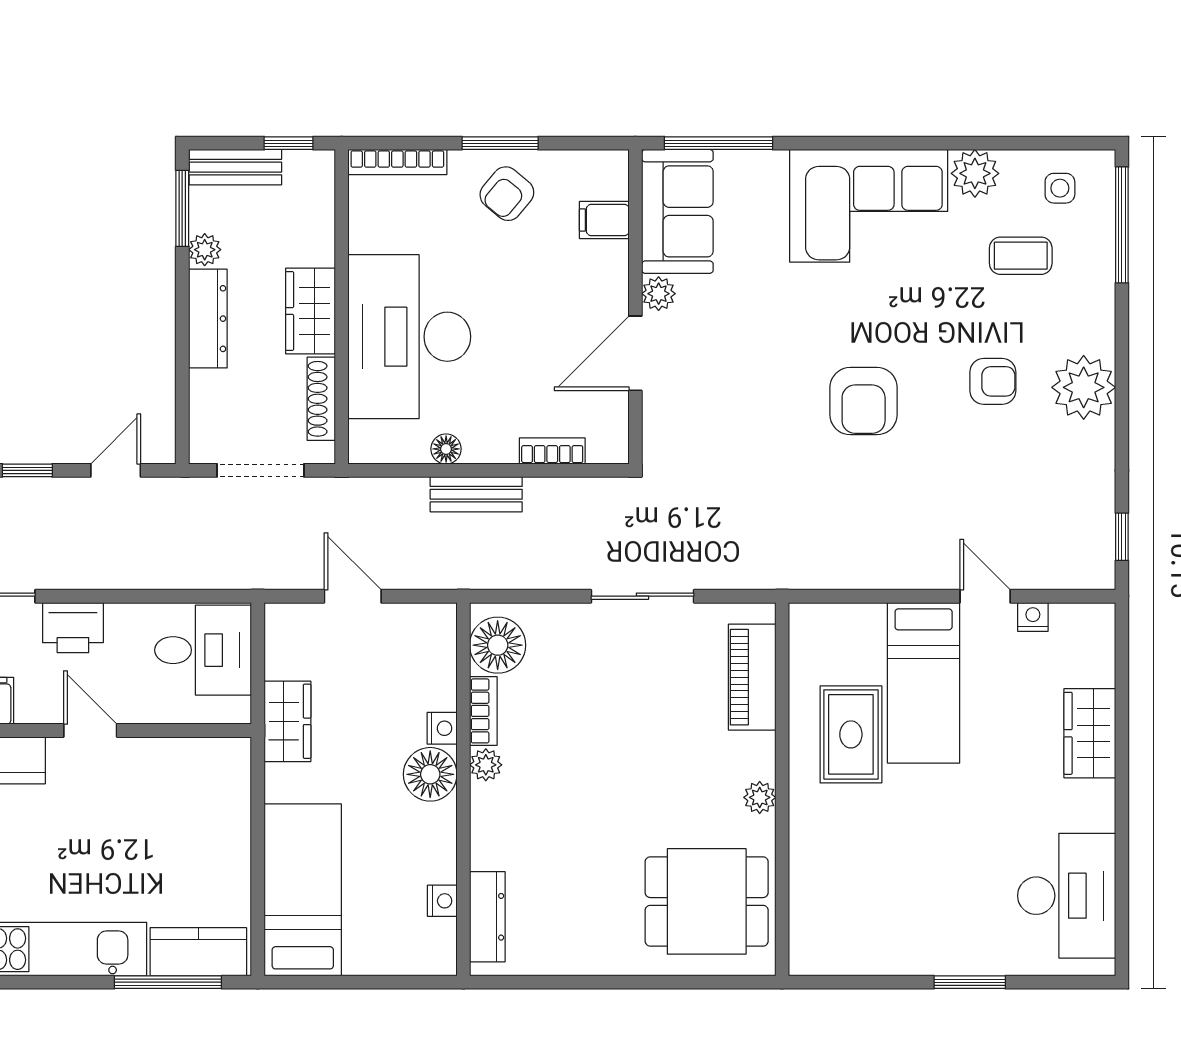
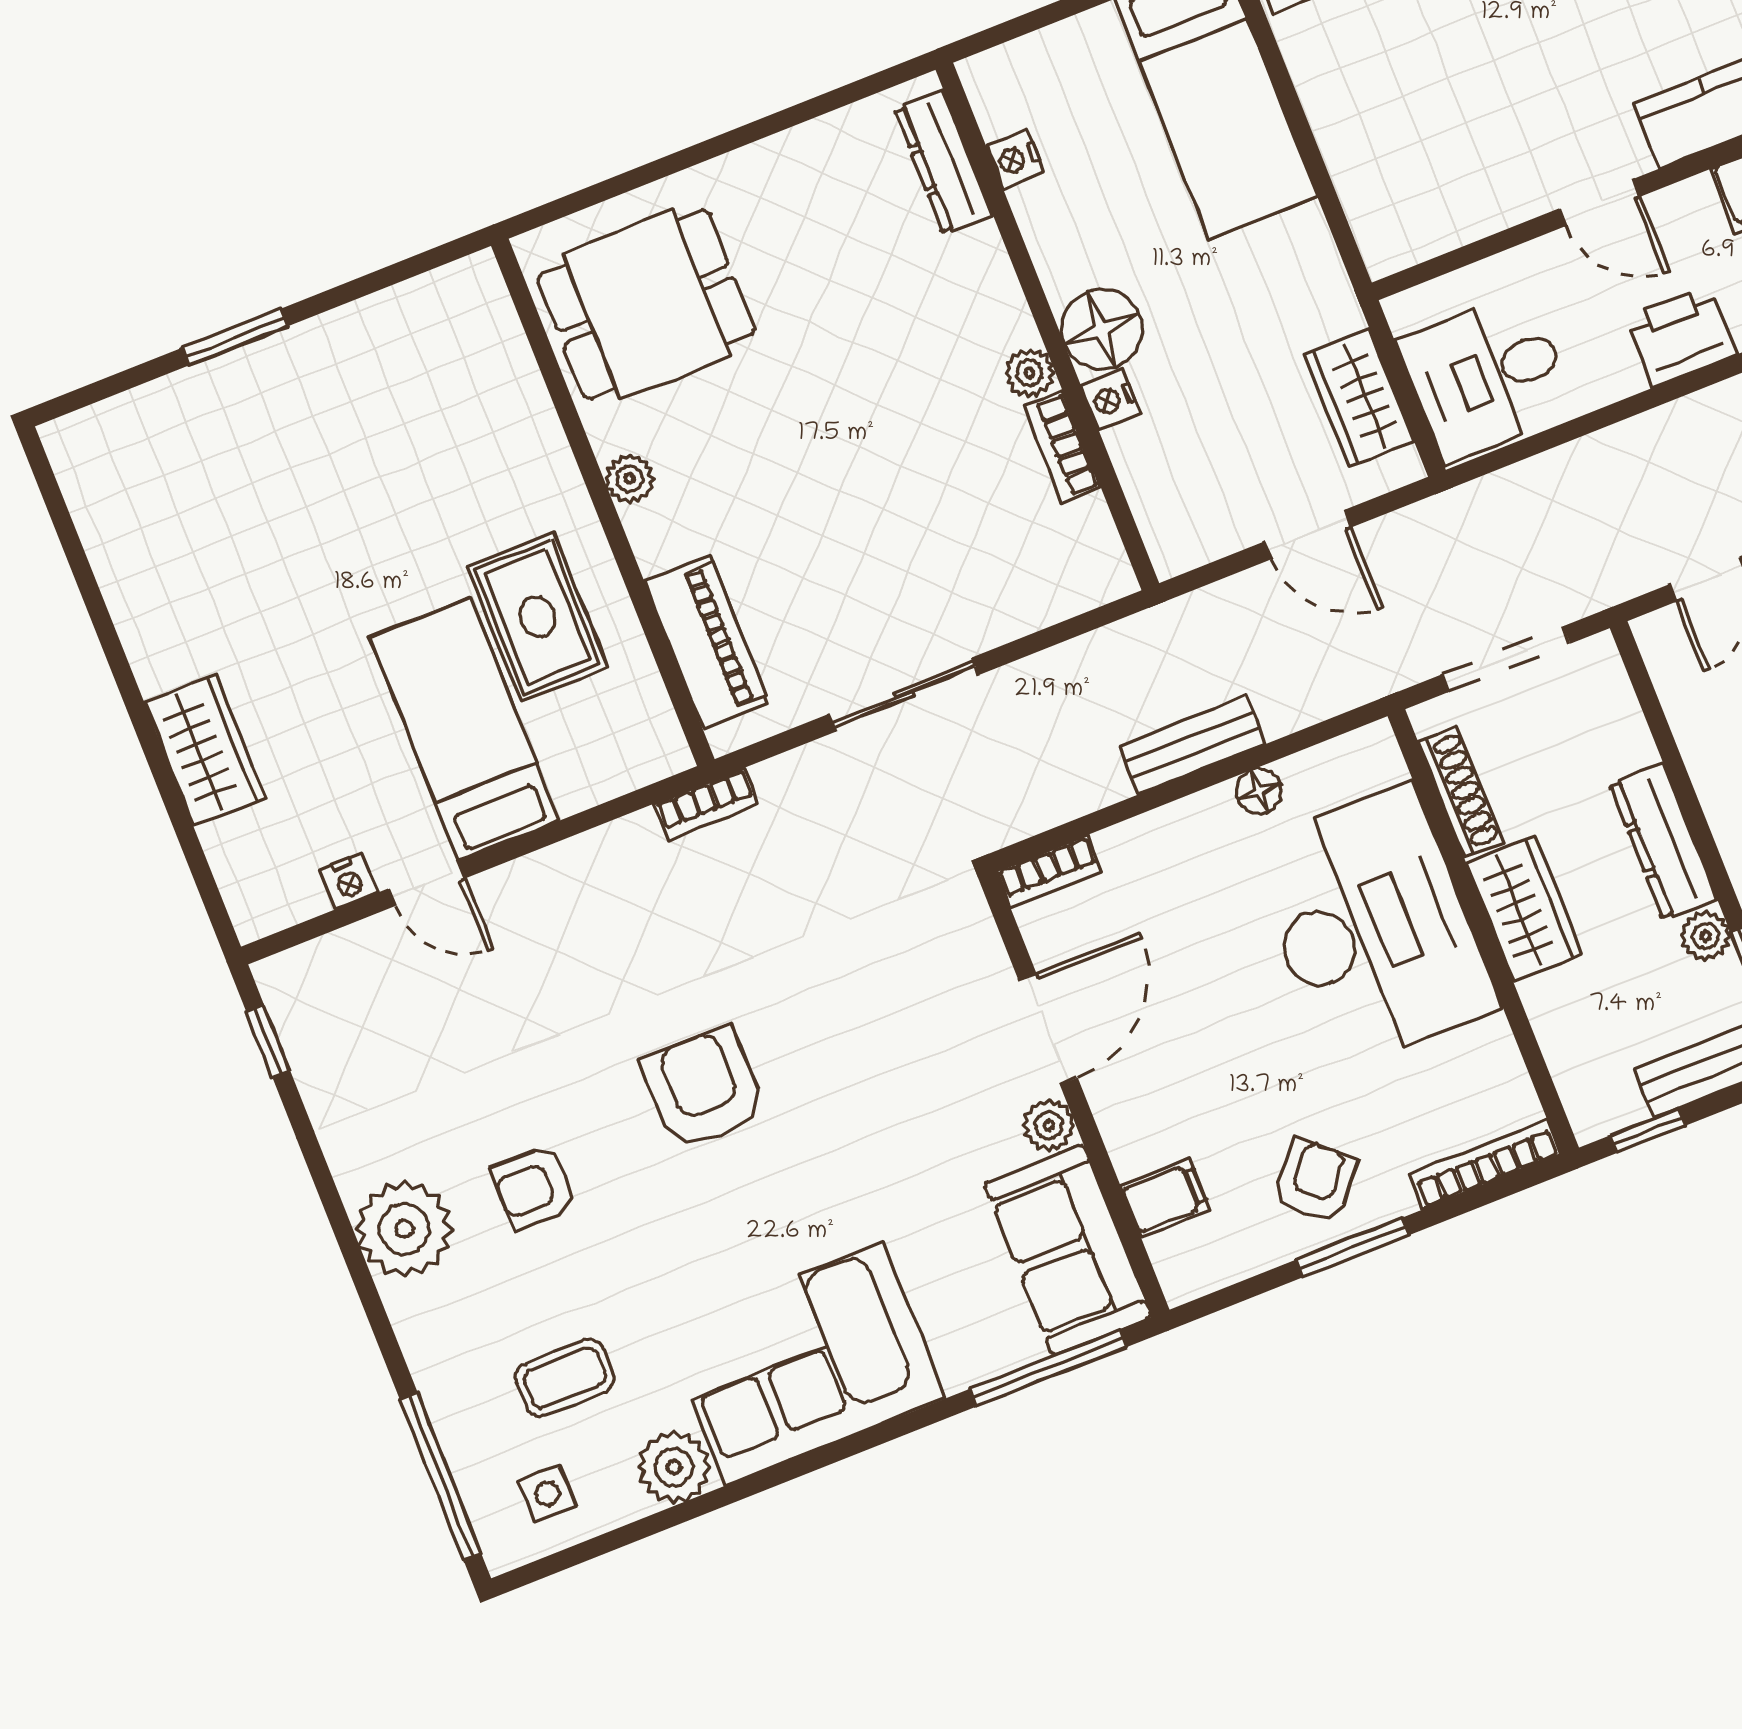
bookcase: (552, 451) -> (1049, 871), moved
bookcase: (792, 577) -> (706, 804), added
floor lamp: (498, 645) -> (1079, 546), removed
wardrobe: (287, 721) -> (1359, 398), moved
desk: (1067, 896) -> (148, 511), removed

